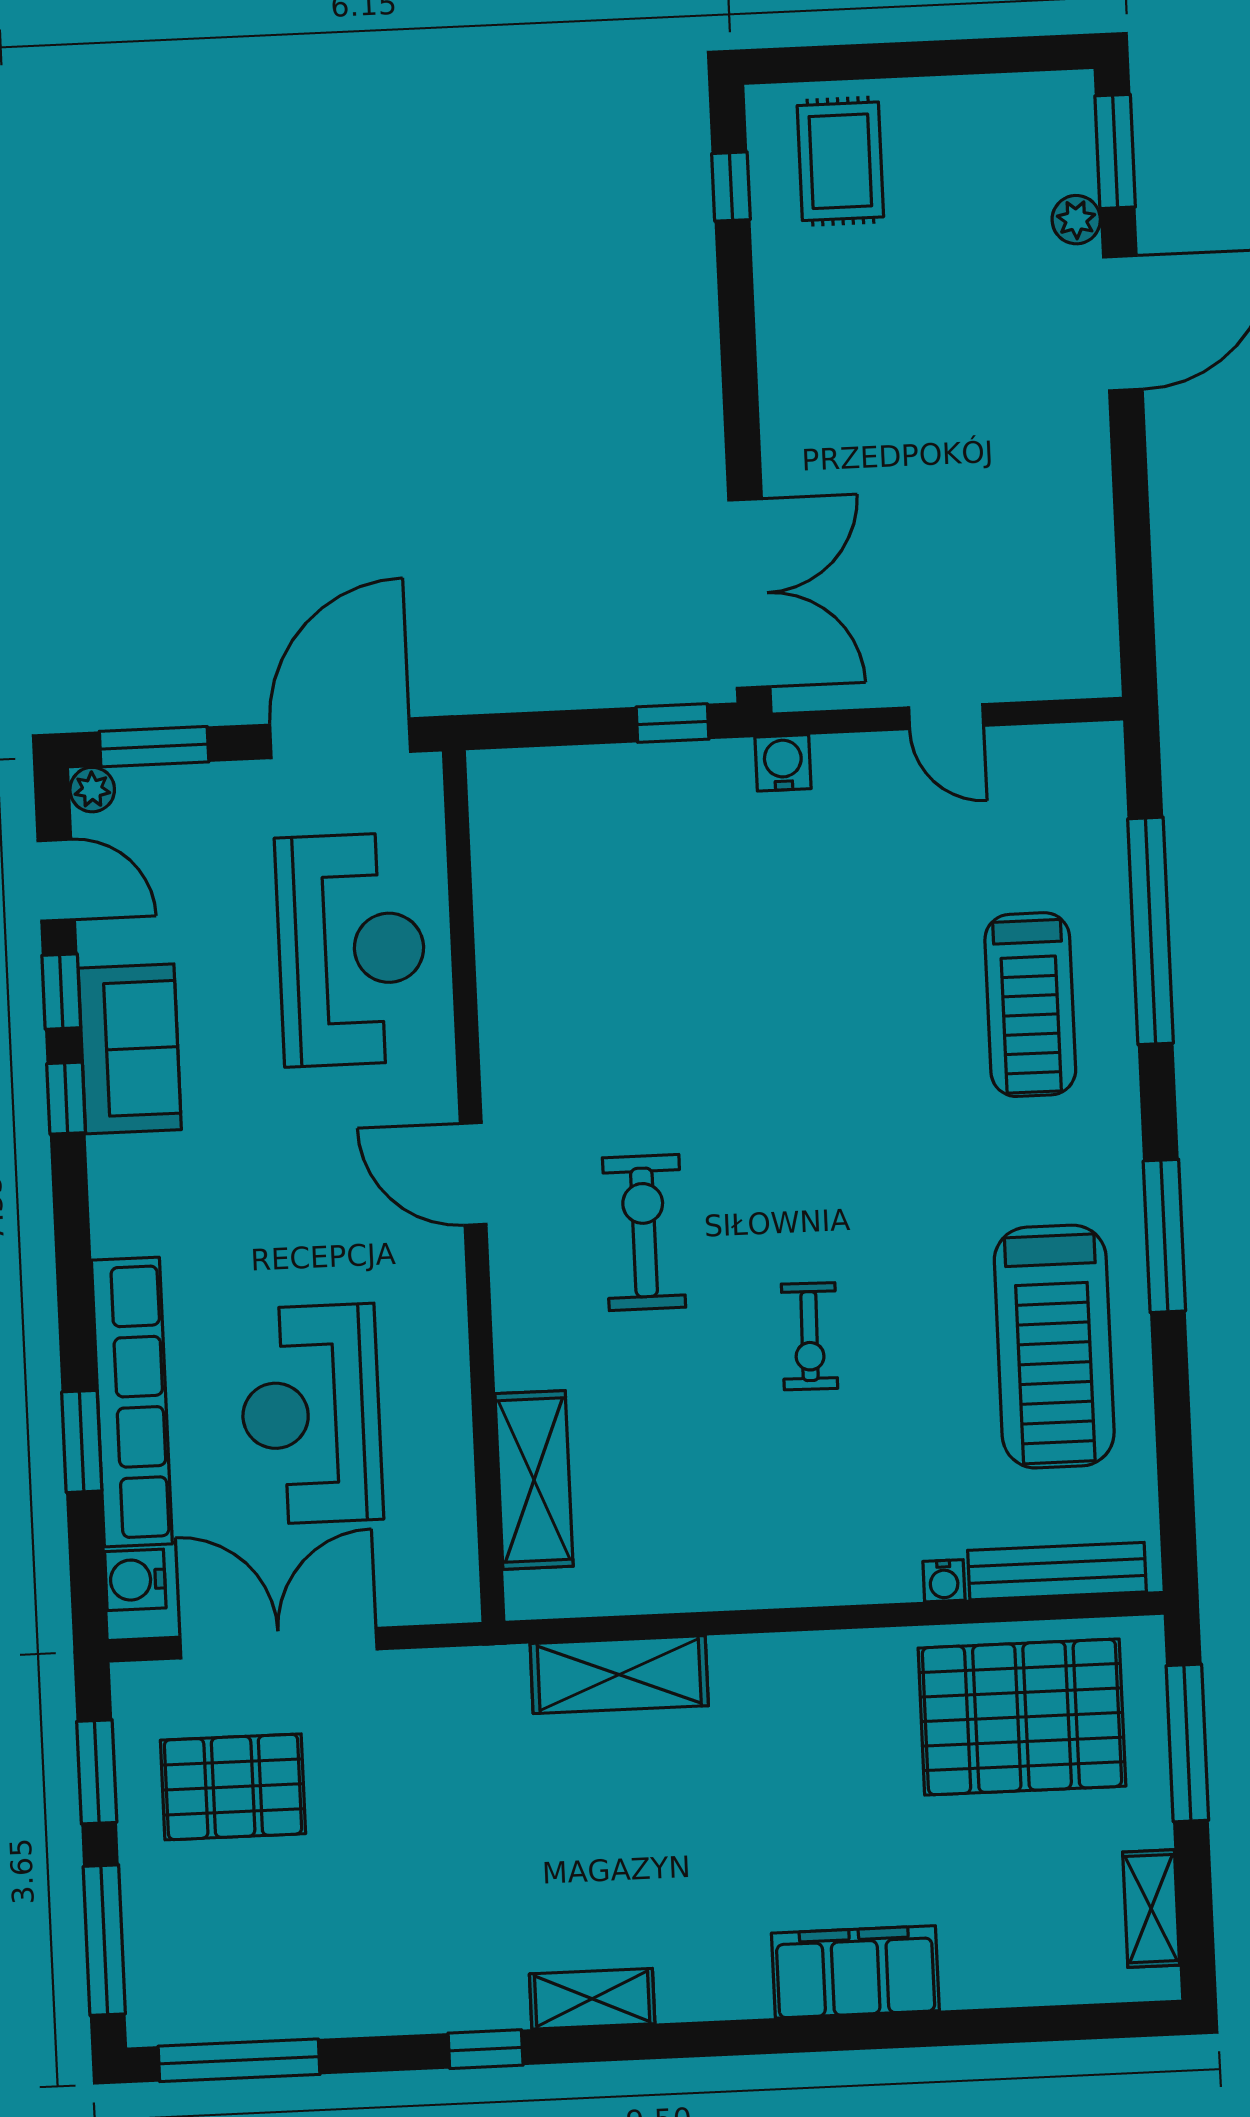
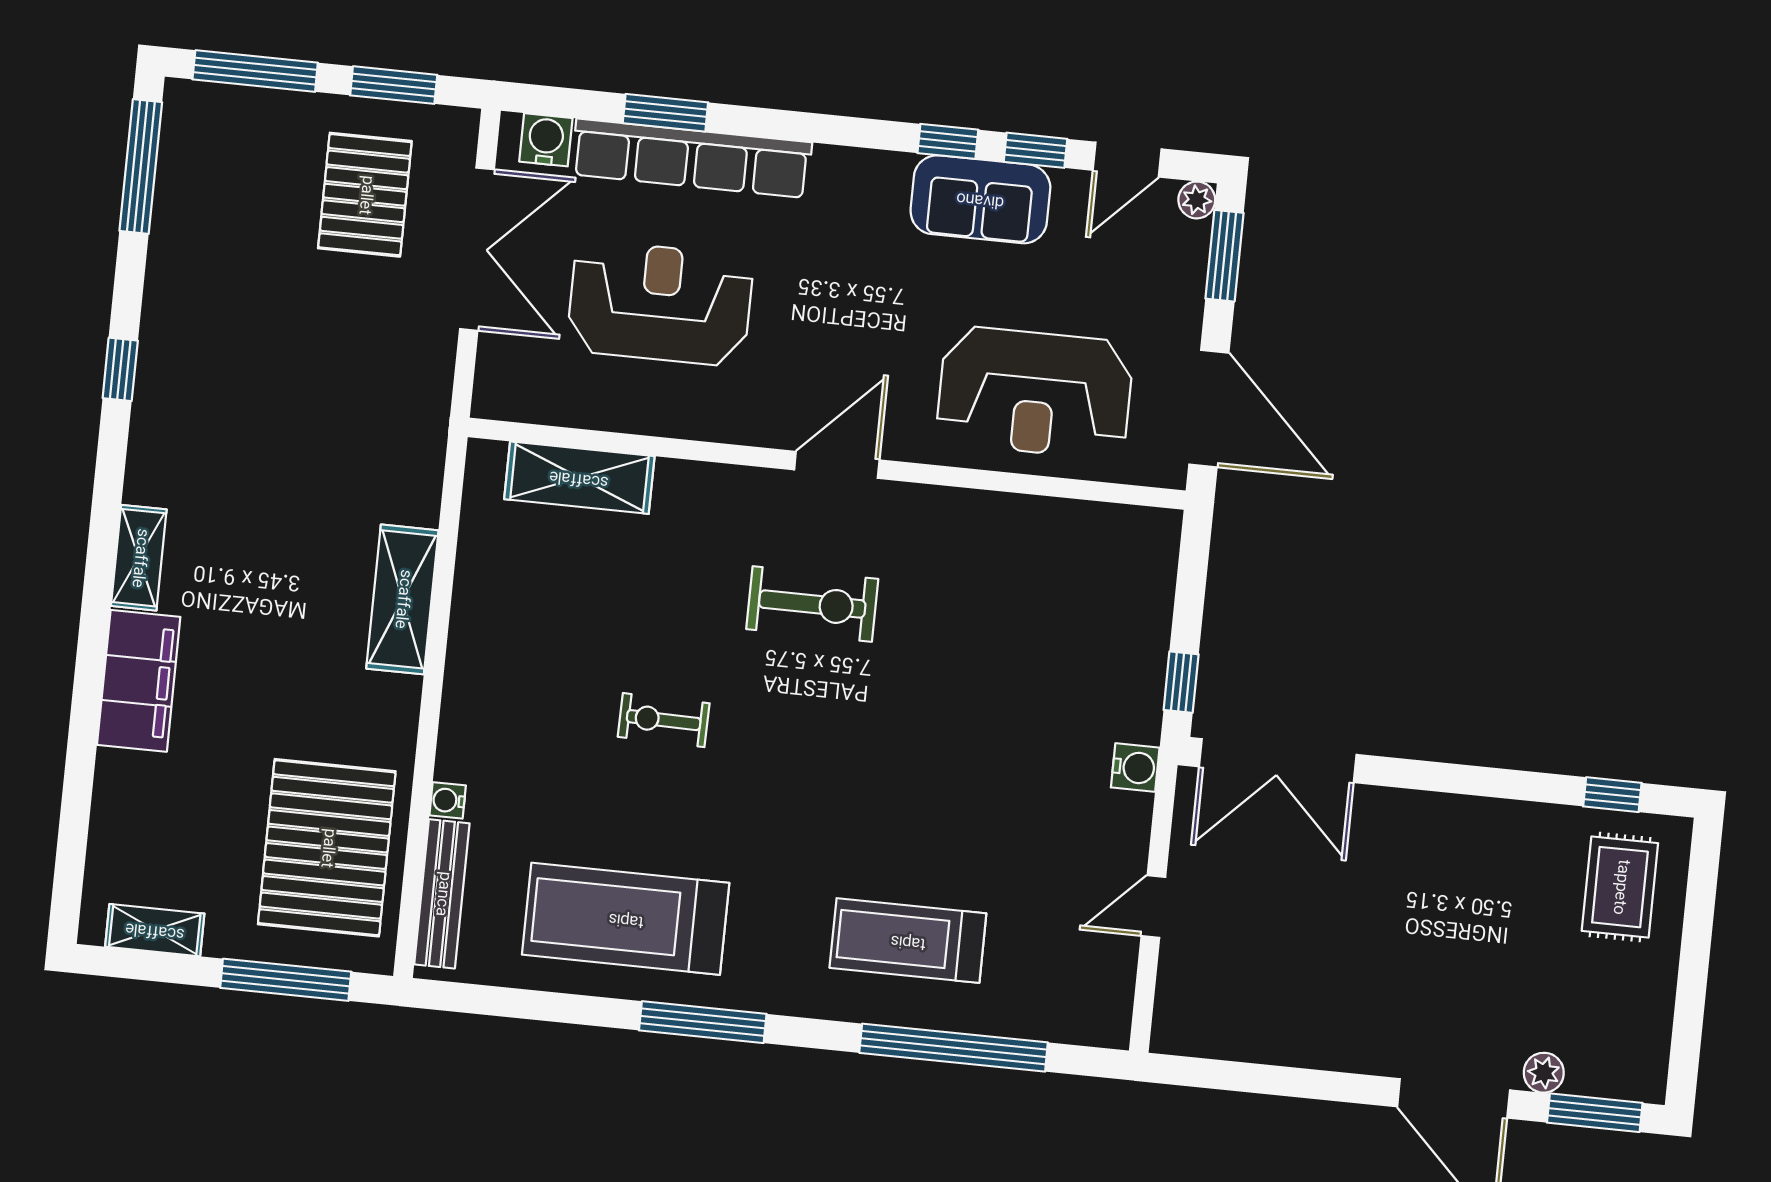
rug: (840, 161) -> (1620, 887), turned 90
exercise bike: (644, 1232) -> (812, 604), moved
shelving: (619, 1675) -> (402, 599), moved
shelving: (592, 1999) -> (139, 558), moved

